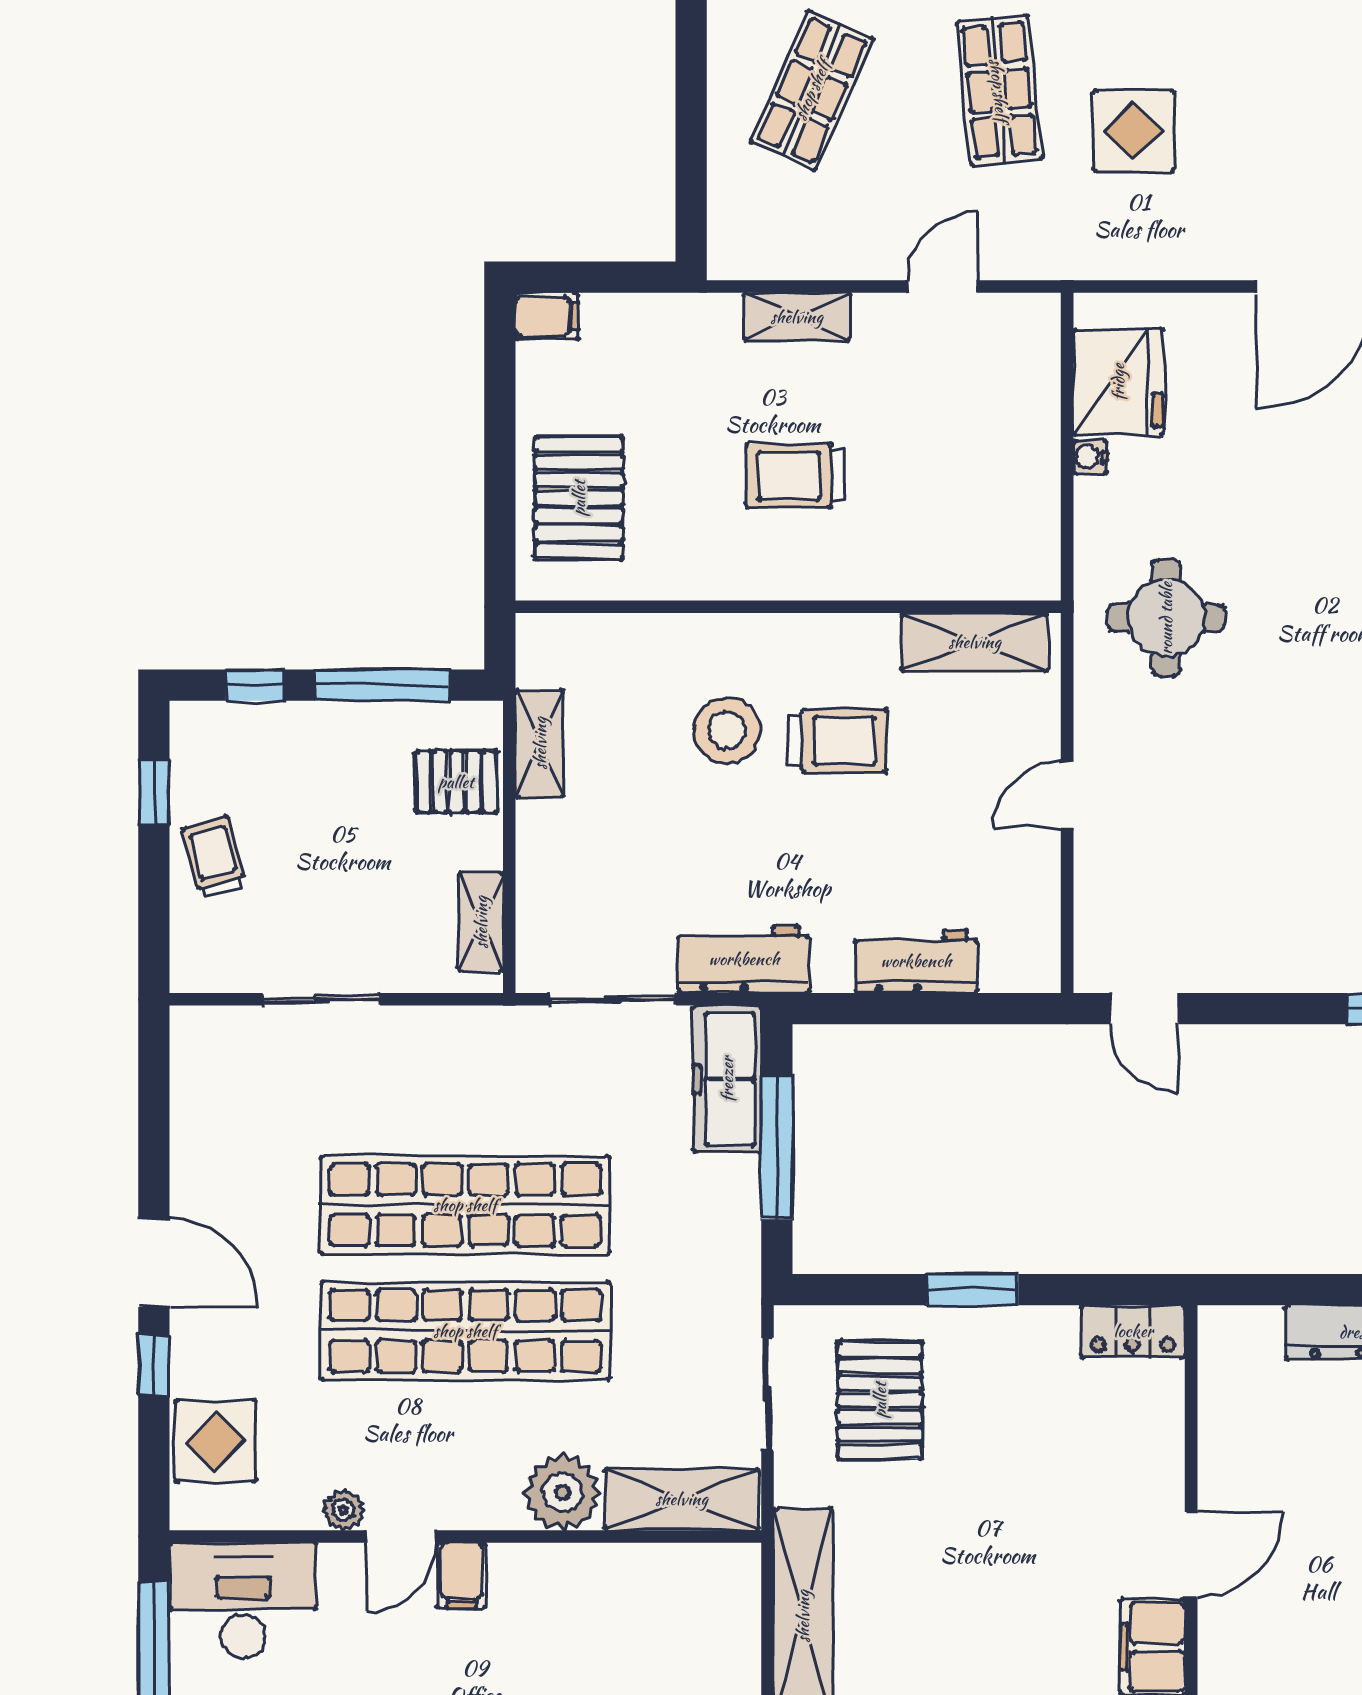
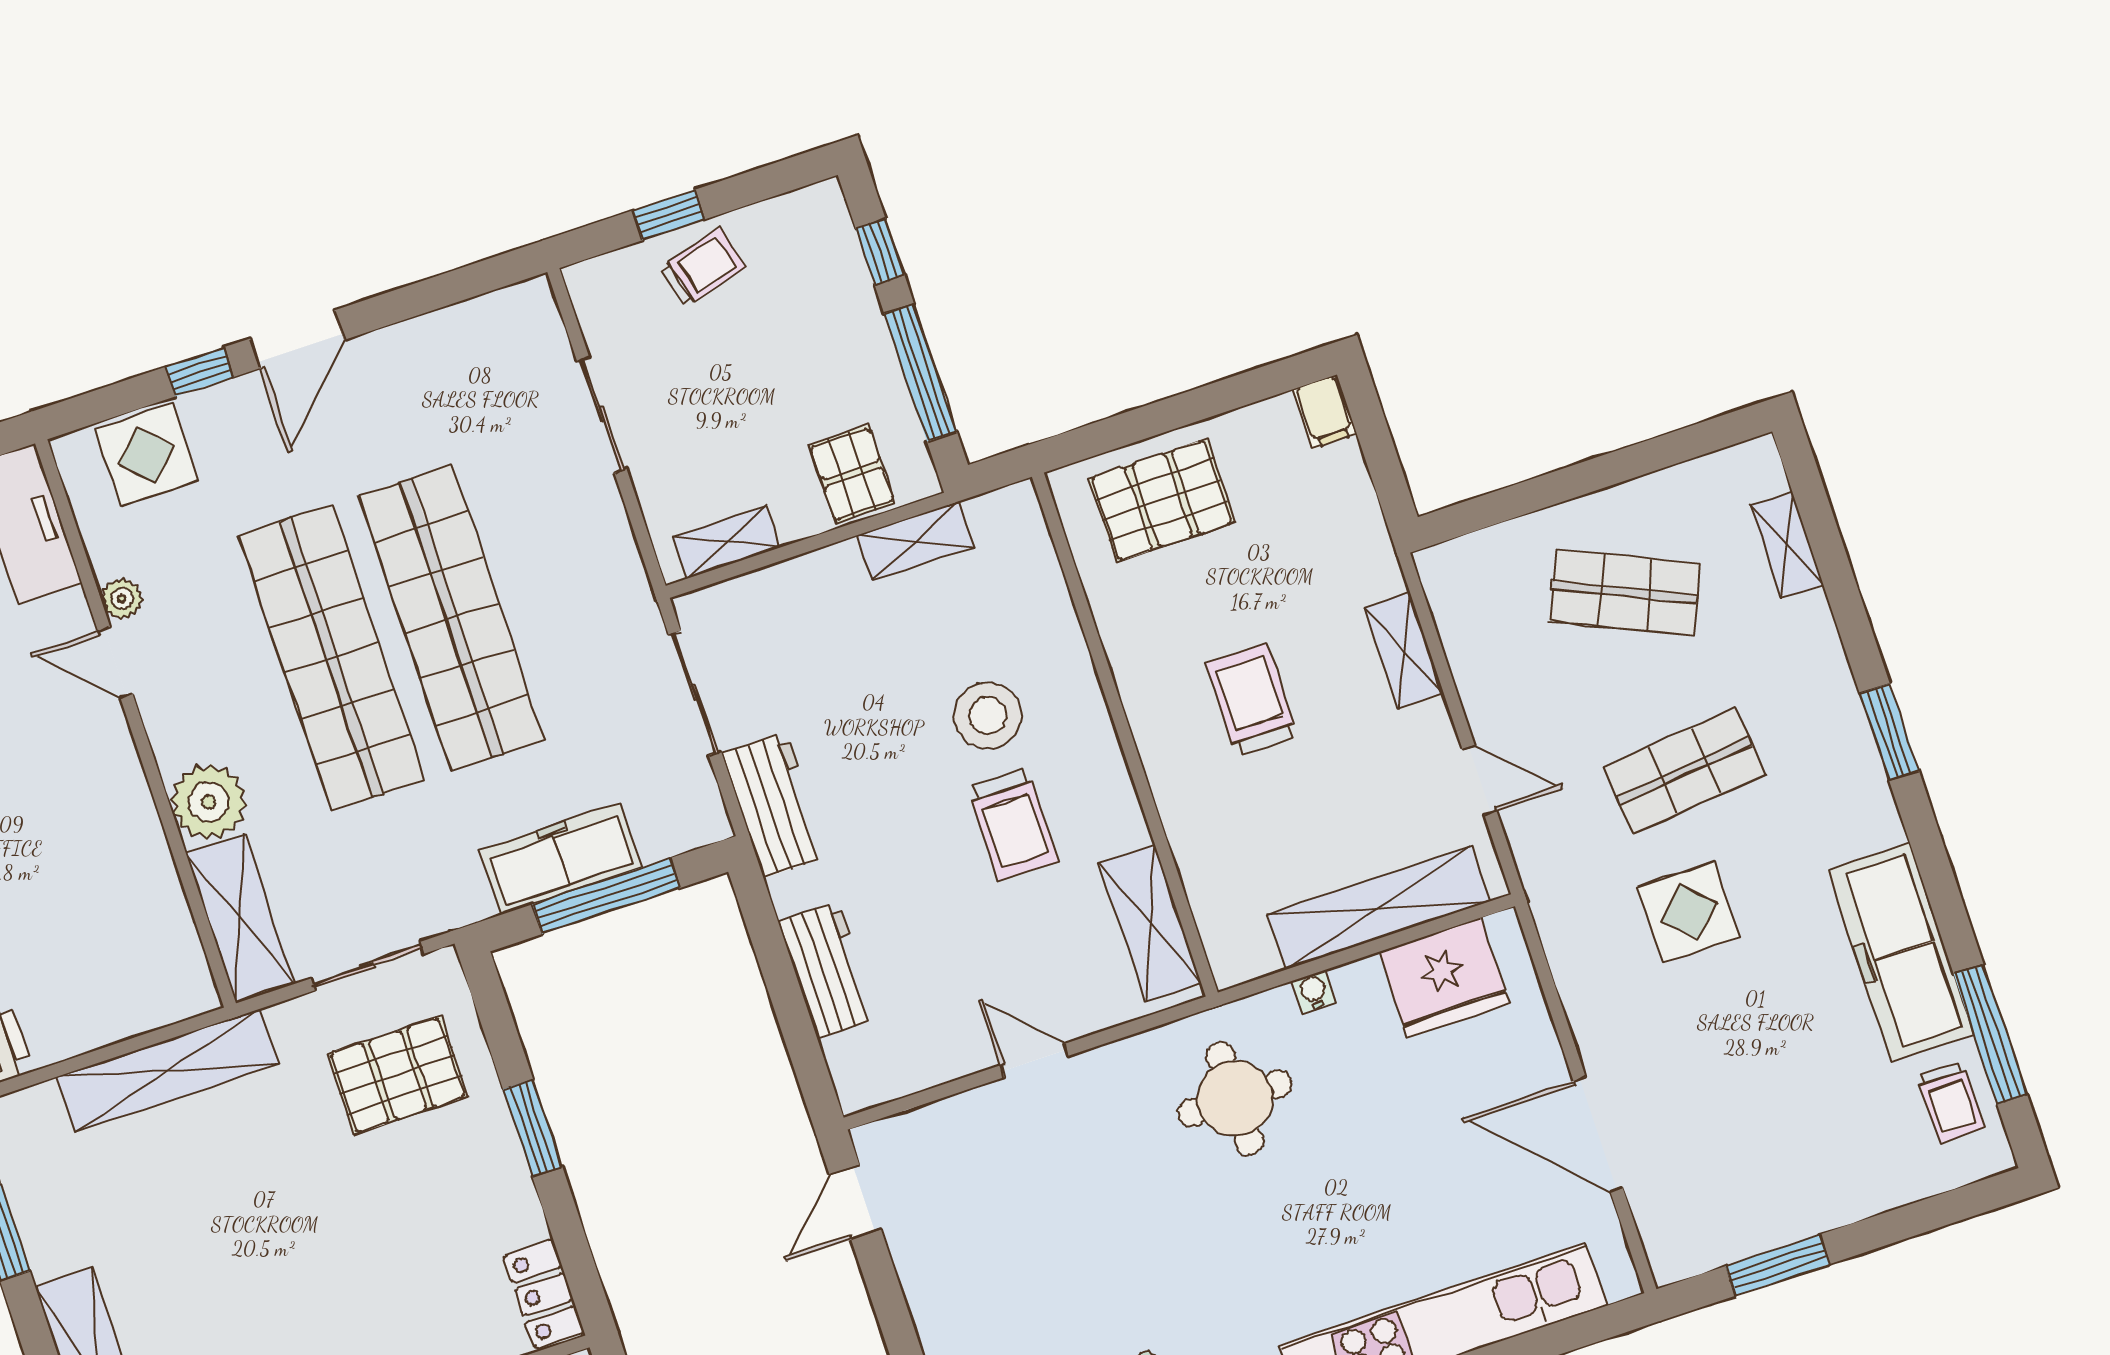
shelving: (1032, 422) -> (1378, 908), added
water cooler: (1090, 457) -> (1314, 991), moved
window: (154, 793) -> (669, 215), moved
freezer: (727, 1079) -> (561, 859), moved
filing cabinet: (462, 1575) -> (97, 732), removed

